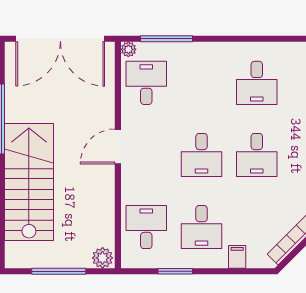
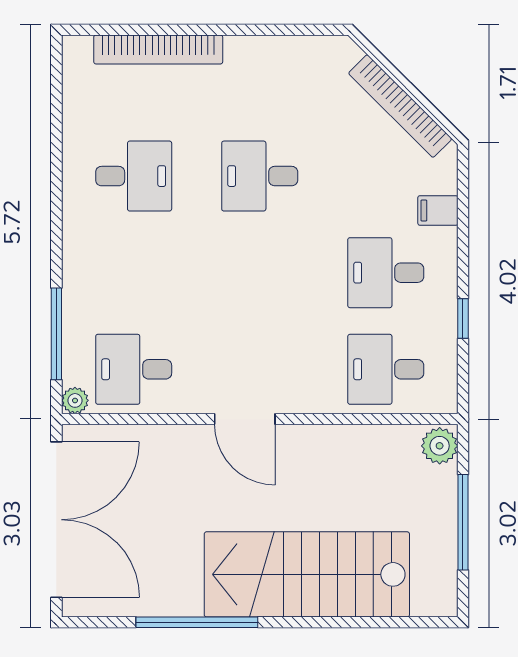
desk: (202, 155) -> (260, 273), removed
desk: (257, 155) -> (260, 176), turned 180
desk: (202, 227) -> (386, 273), turned 180
window: (175, 271) -> (463, 318), width x0.67

